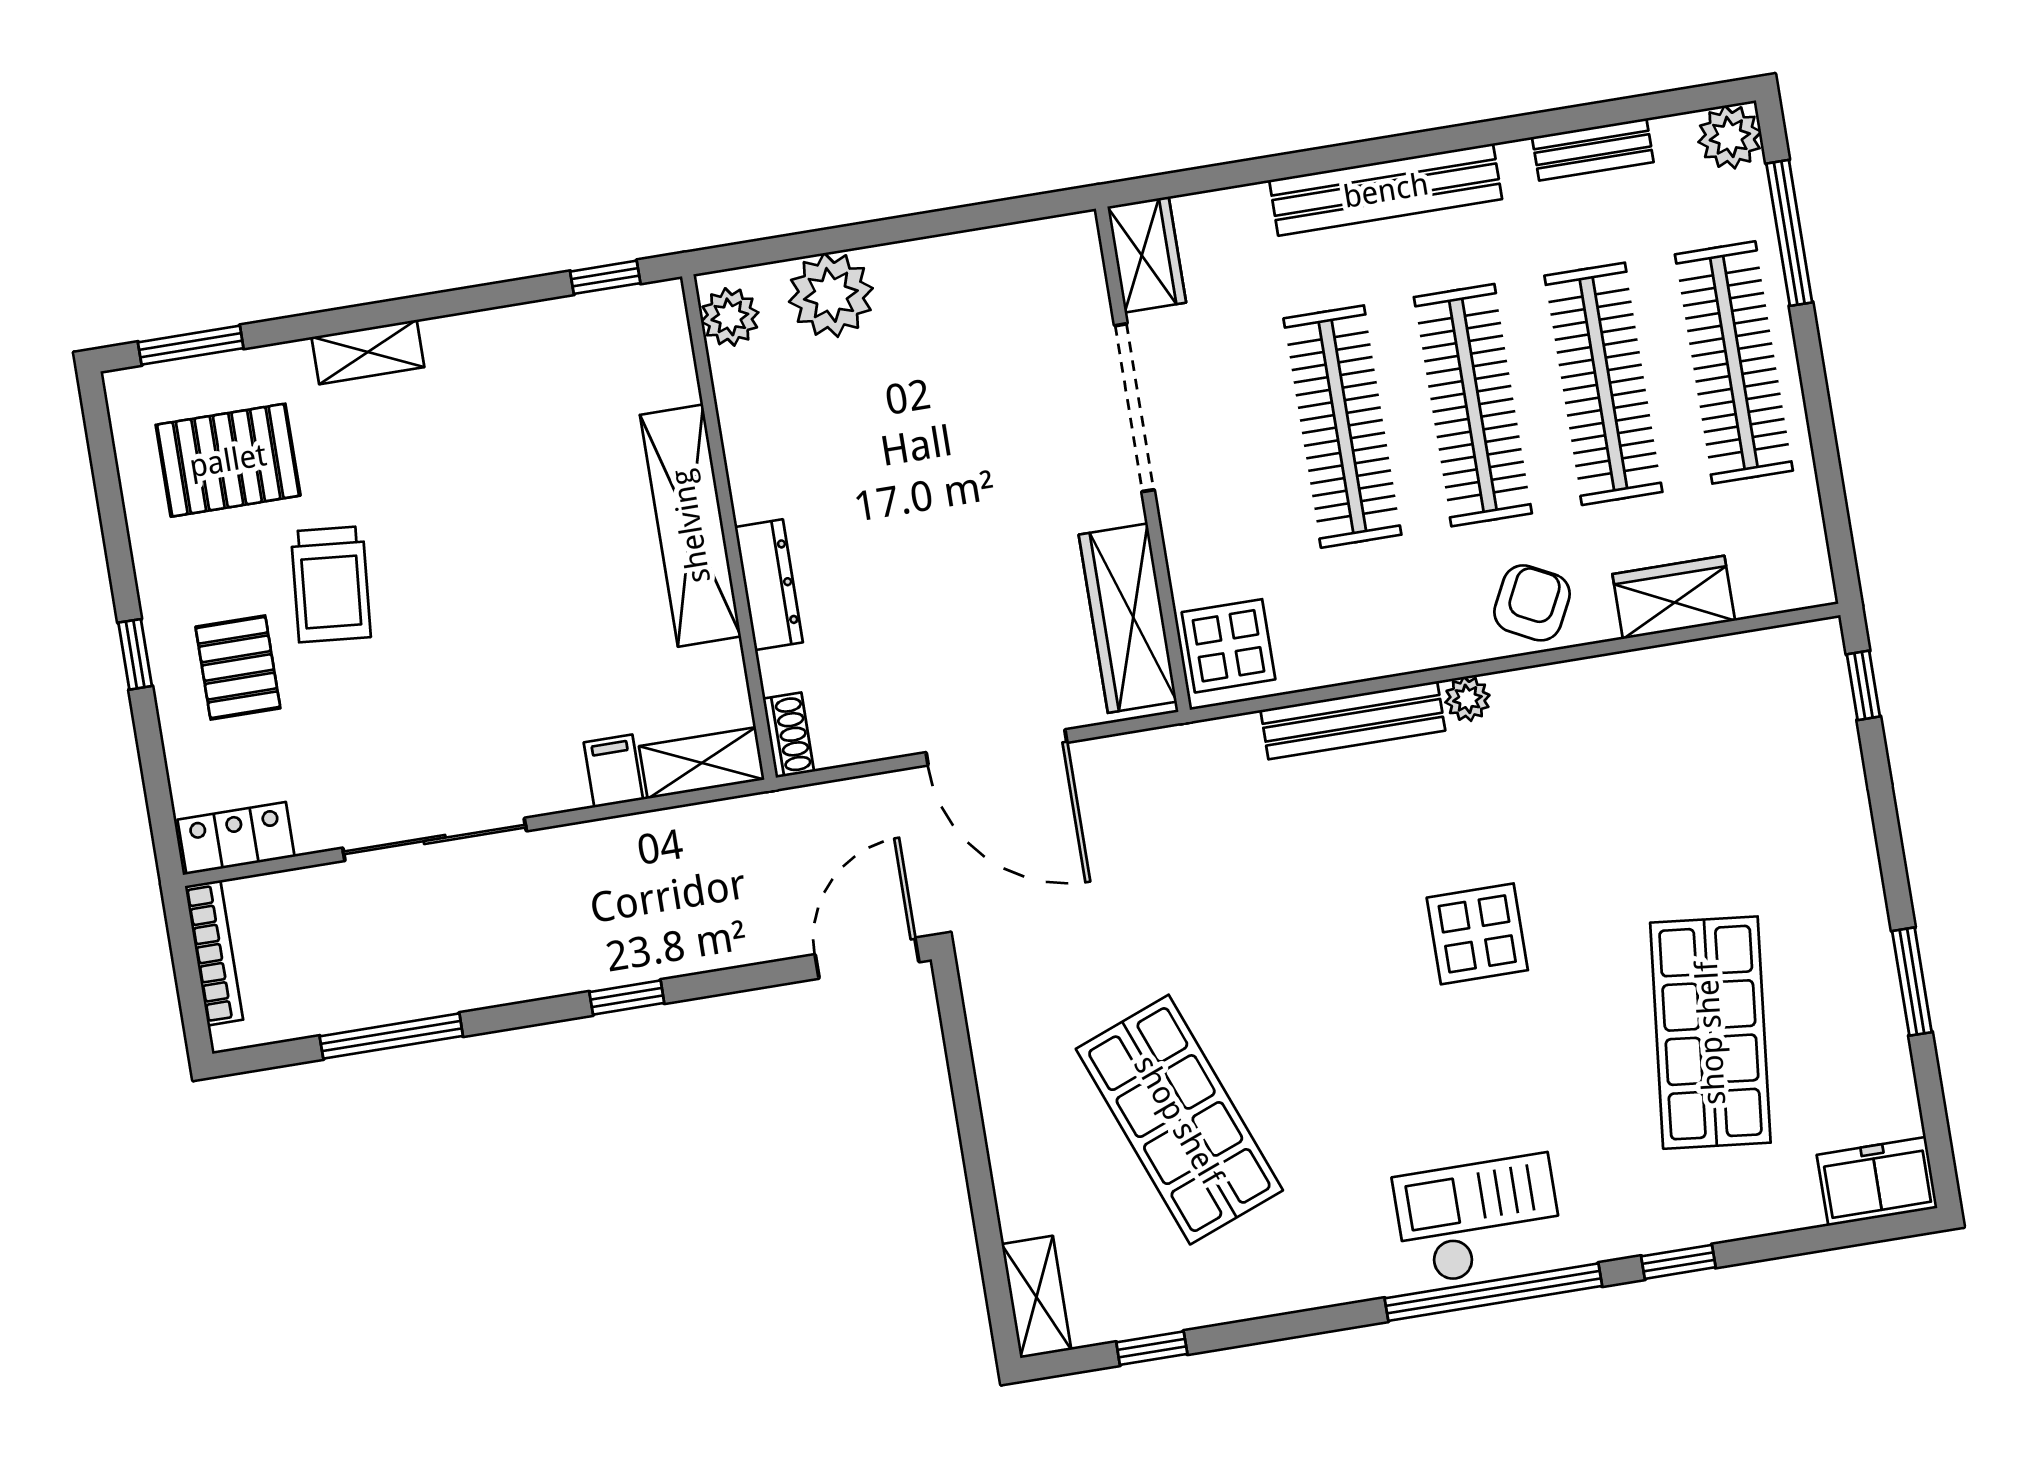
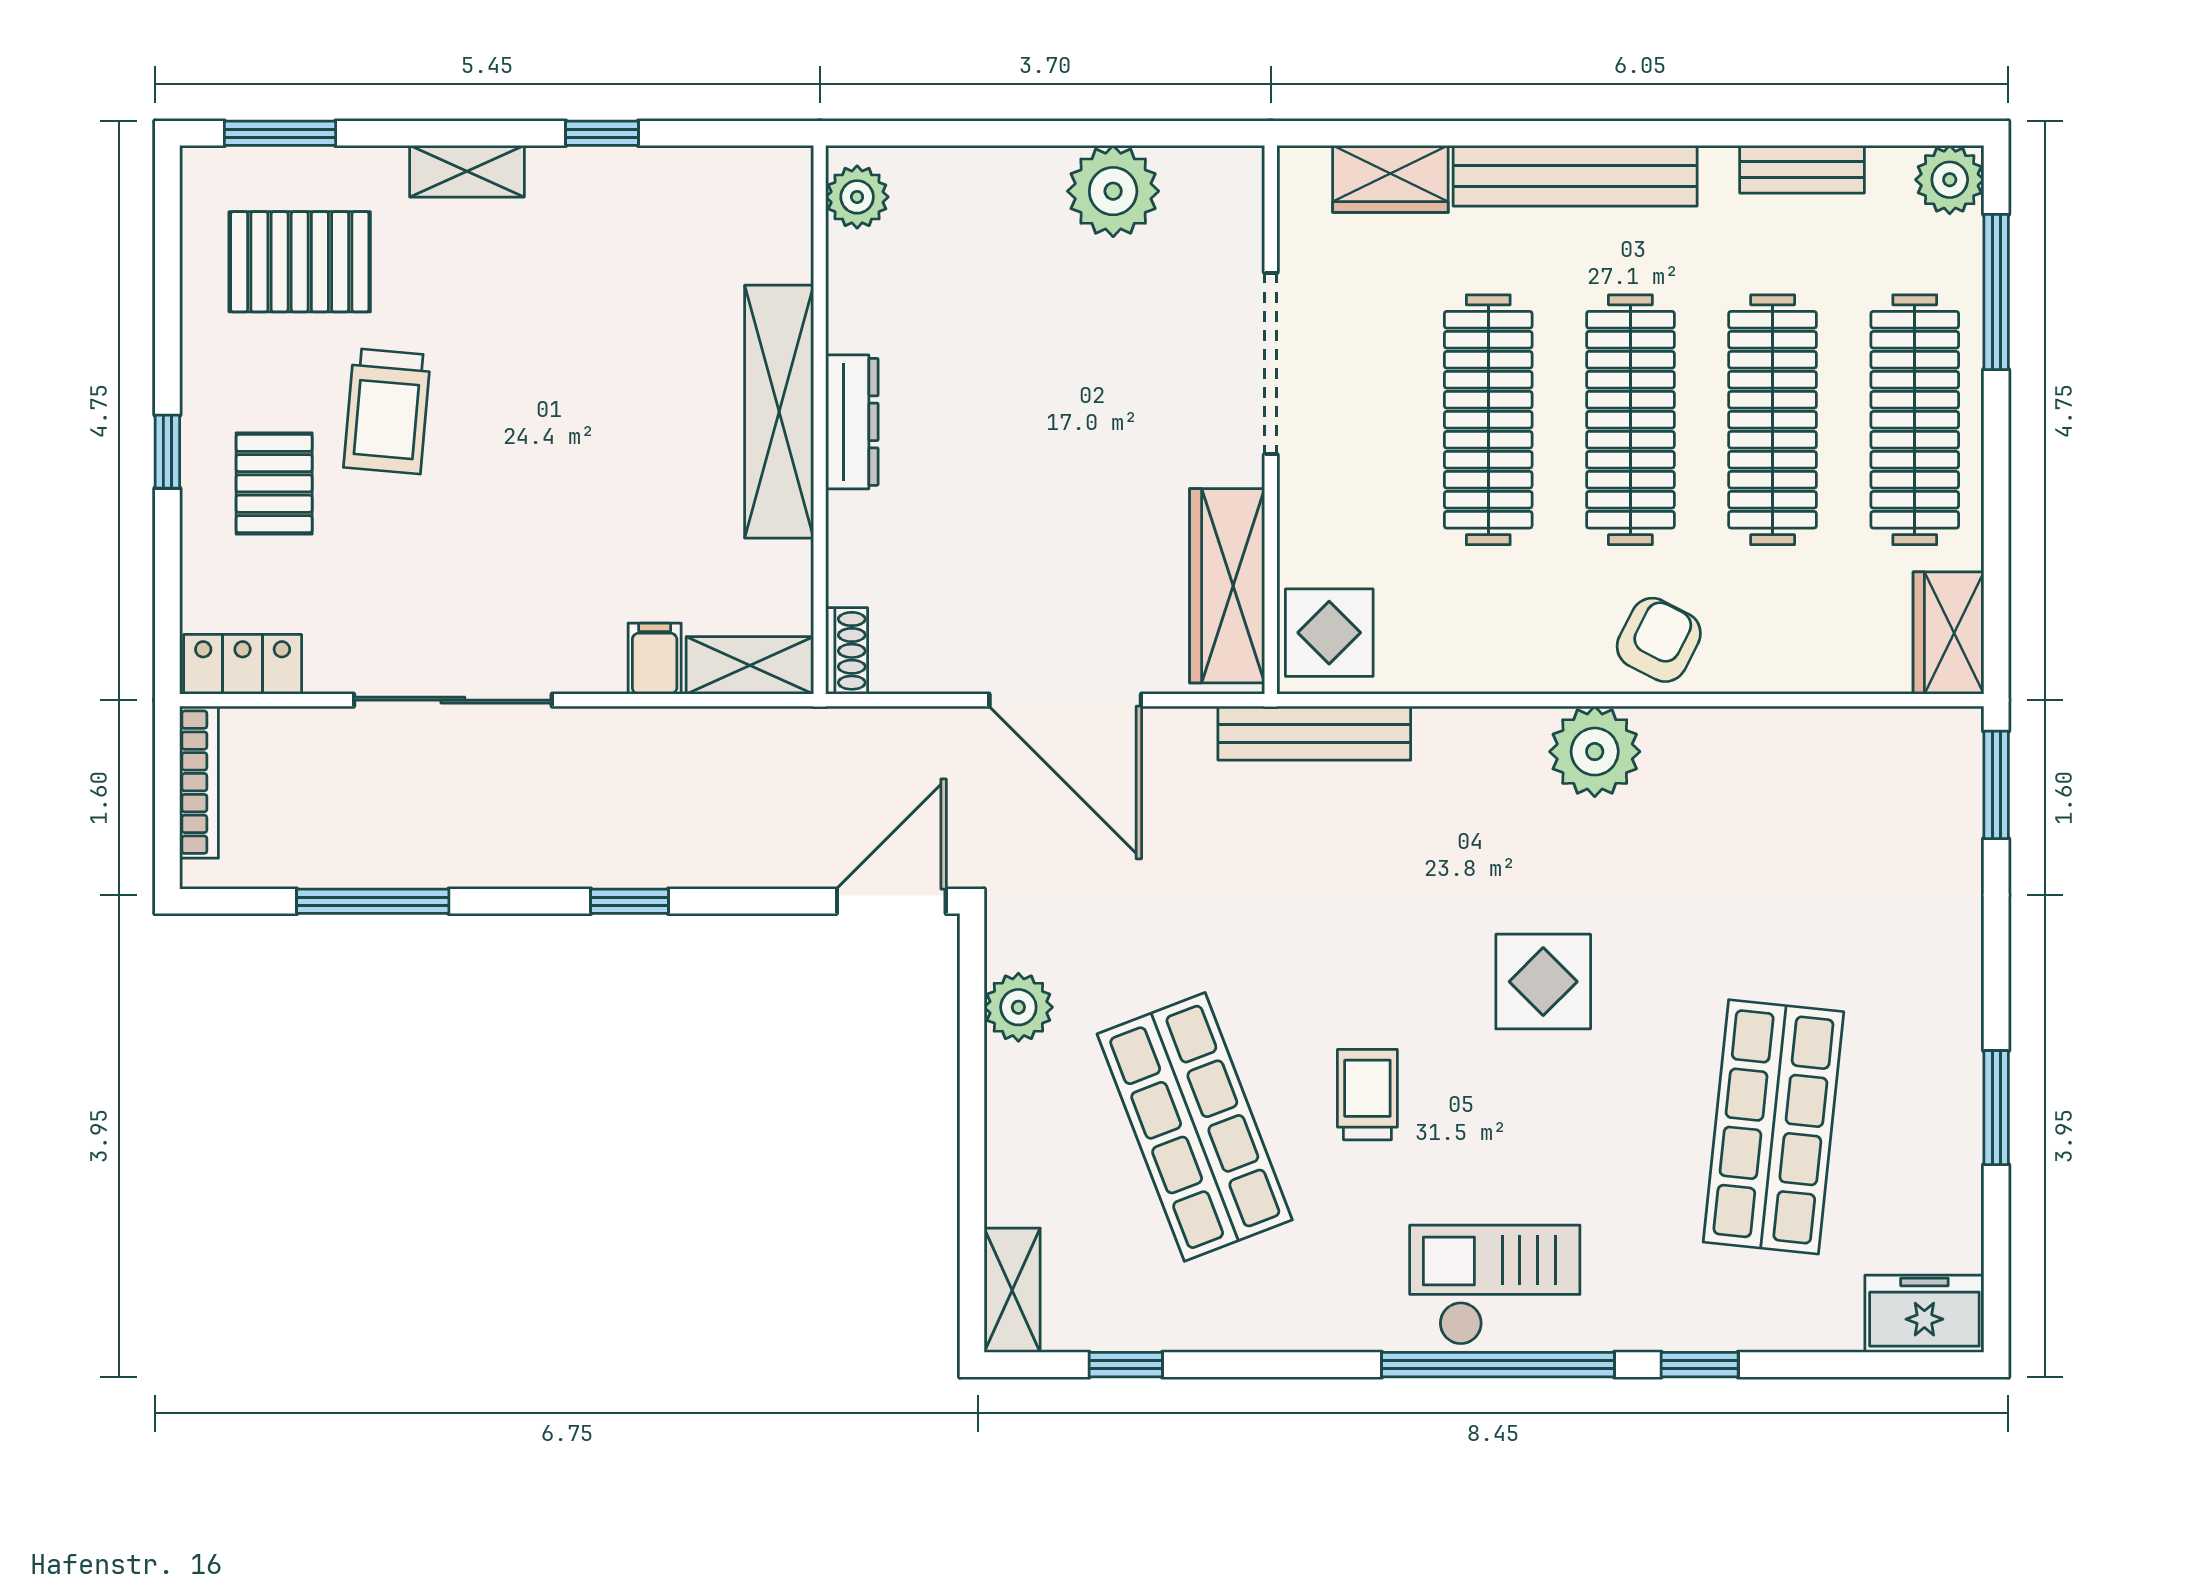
wardrobe: (1147, 255) -> (1390, 179), moved, turned 90
window: (605, 277) -> (602, 133), moved
plant: (831, 295) -> (1113, 191), moved
dresser: (769, 585) -> (852, 422), moved
wardrobe: (1674, 597) -> (1949, 633), moved, turned -90
window: (1863, 685) -> (1996, 785), width x1.50
plant: (1467, 699) -> (1595, 752), width x1.88, depth x1.88
bench: (1353, 720) -> (1314, 733), moved
plant: (1000, 1036) -> (1018, 1007), added
trolley: (1333, 1064) -> (1367, 1095), added

